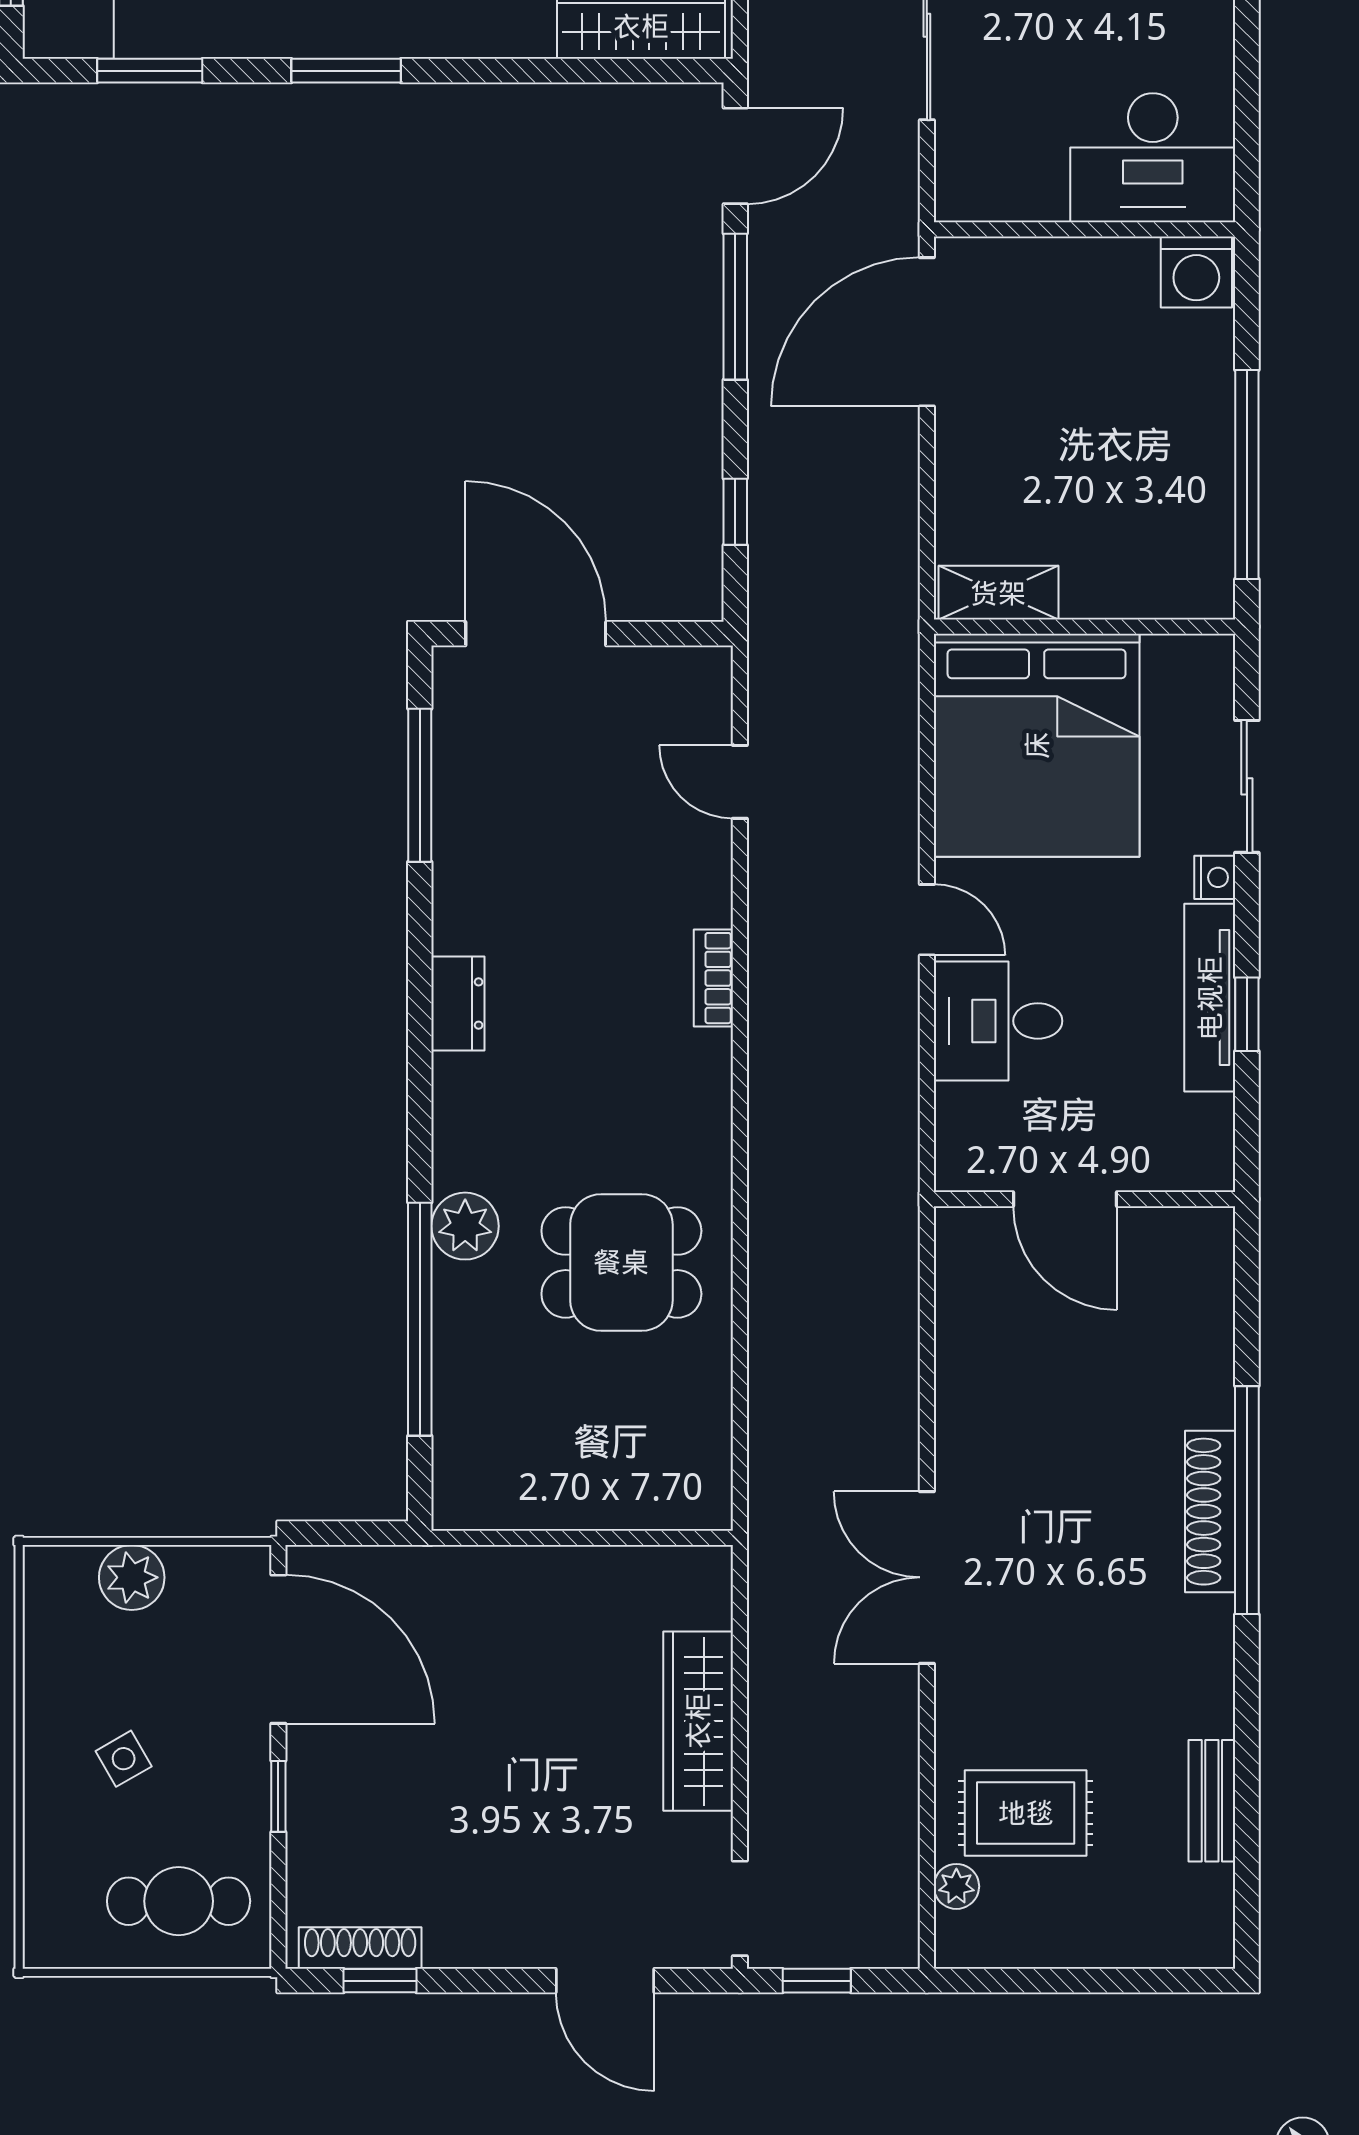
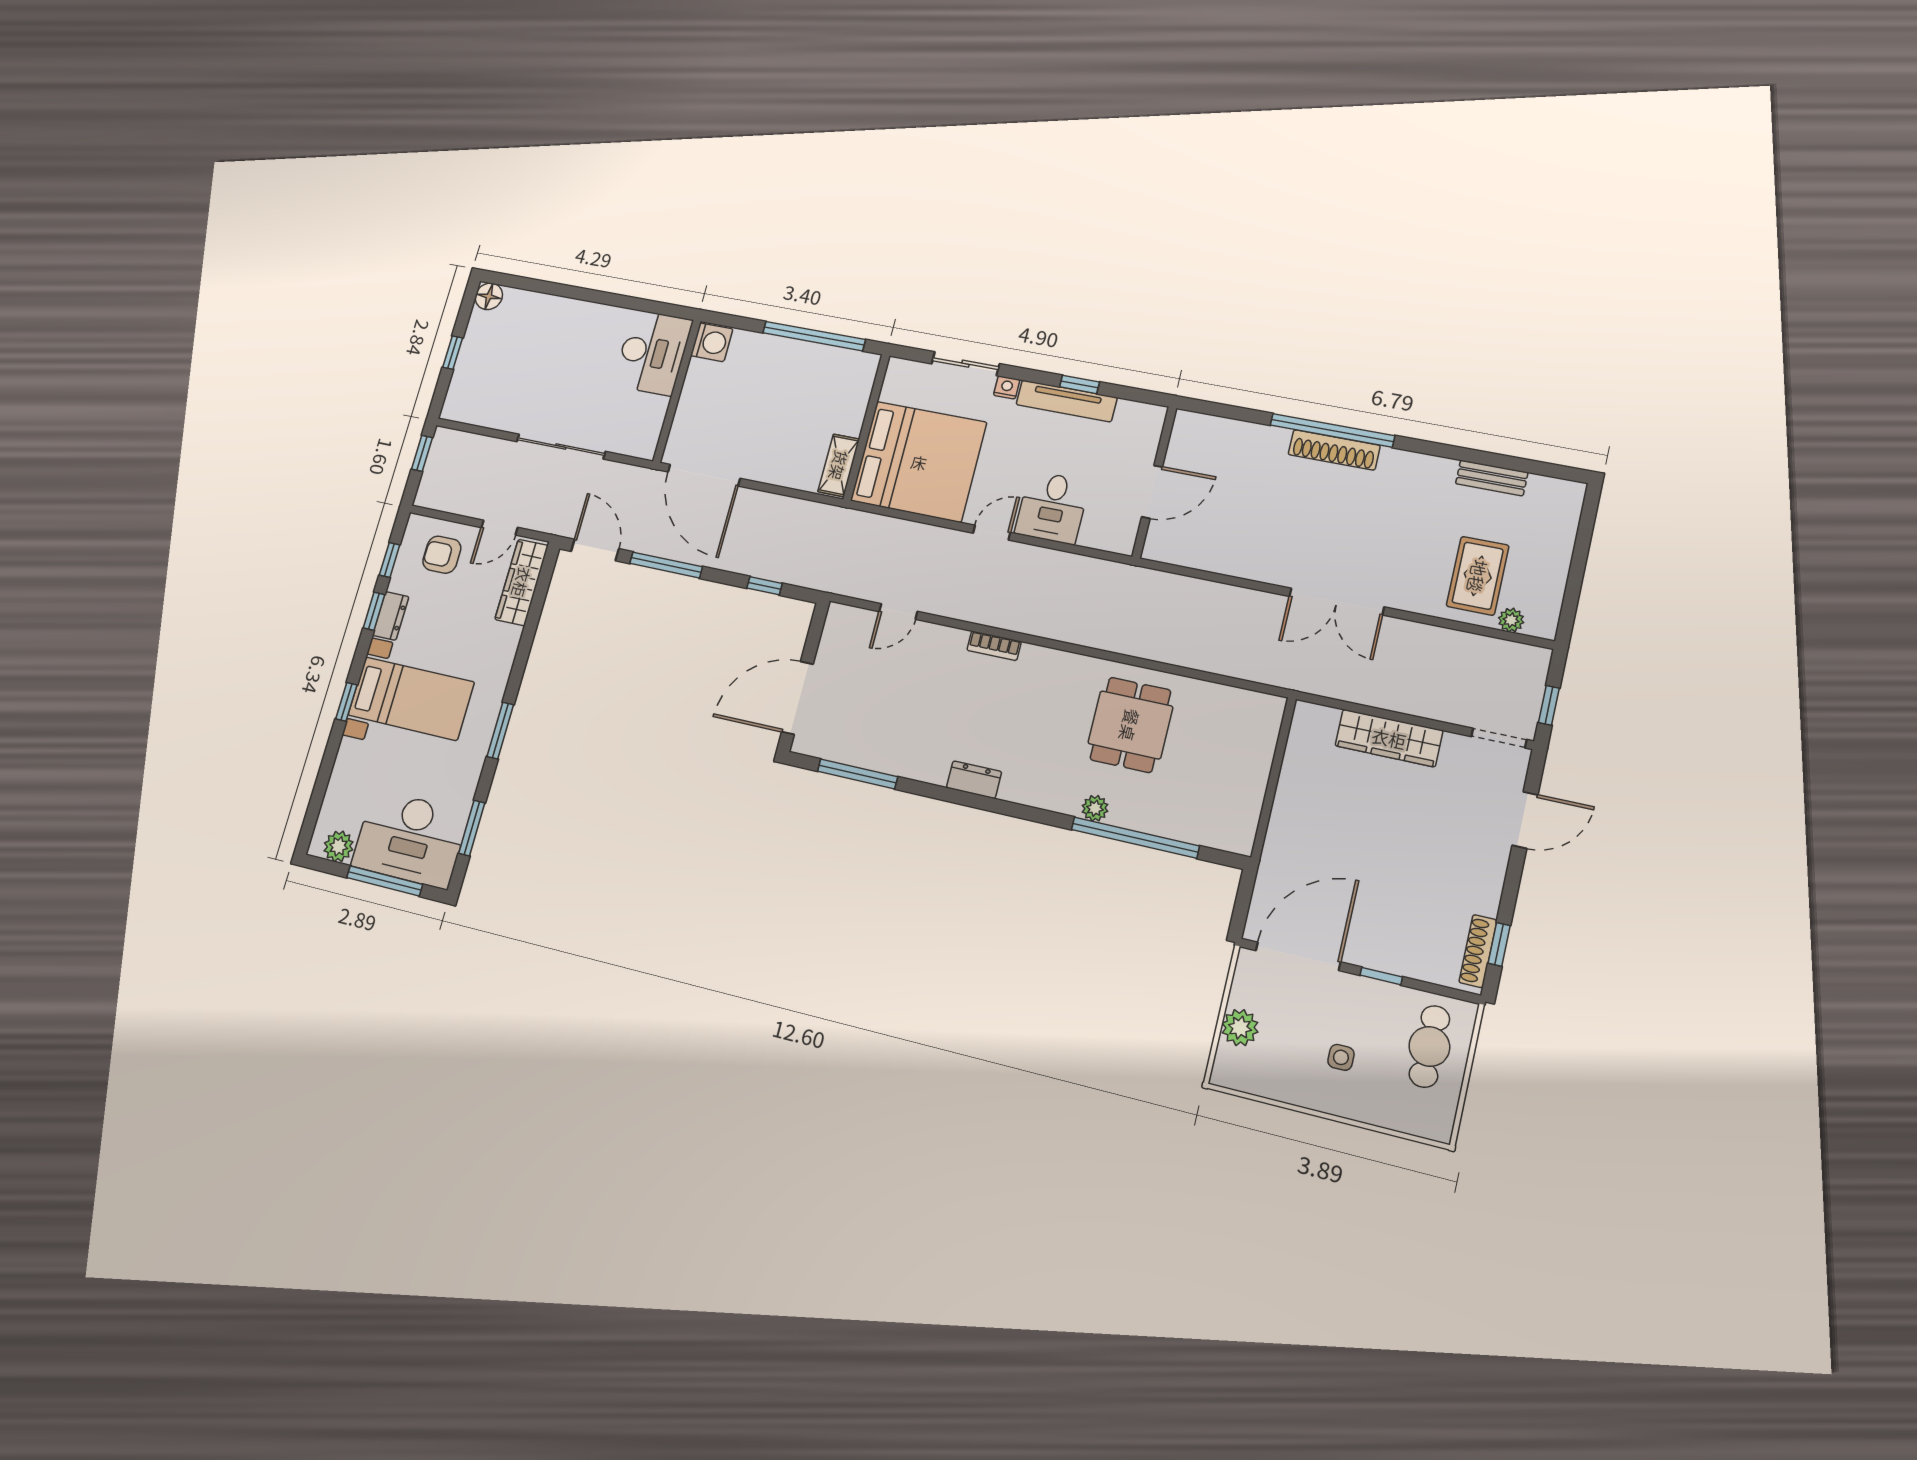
plant: (465, 1226) -> (1095, 808), width x0.73, depth x0.73
side table: (124, 1759) -> (1341, 1057), turned 30

